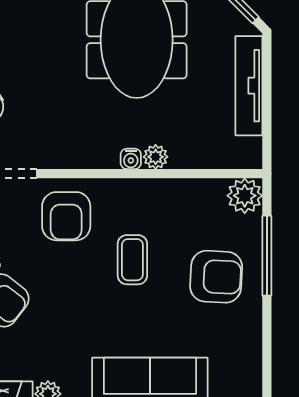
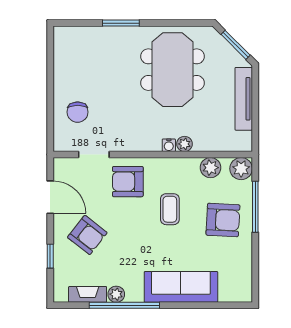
plant: (197, 194) -> (210, 168), added
armchair: (66, 216) -> (128, 182), turned 90

